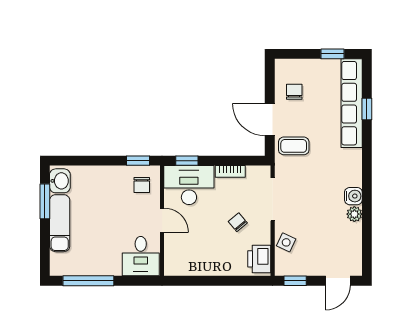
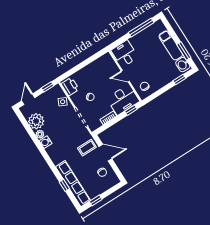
window: (138, 161) -> (179, 80), moved
plant: (347, 238) -> (36, 121), added

